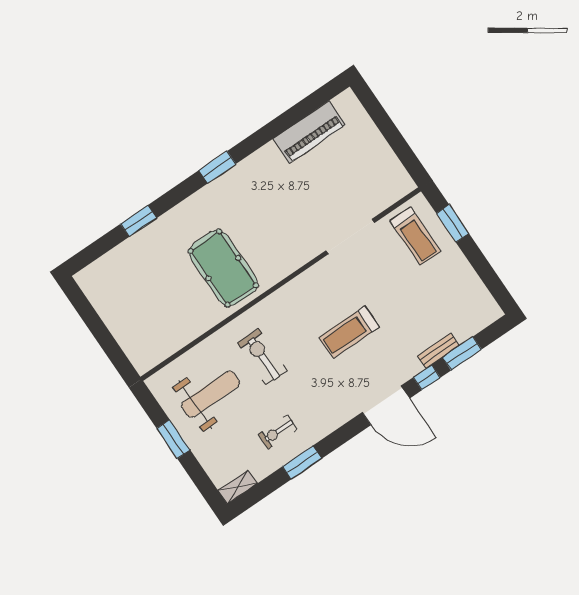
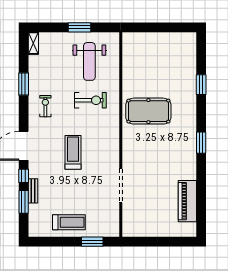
treadmill: (415, 236) -> (69, 222), moved, turned 180
exercise bike: (278, 432) -> (45, 106), moved

